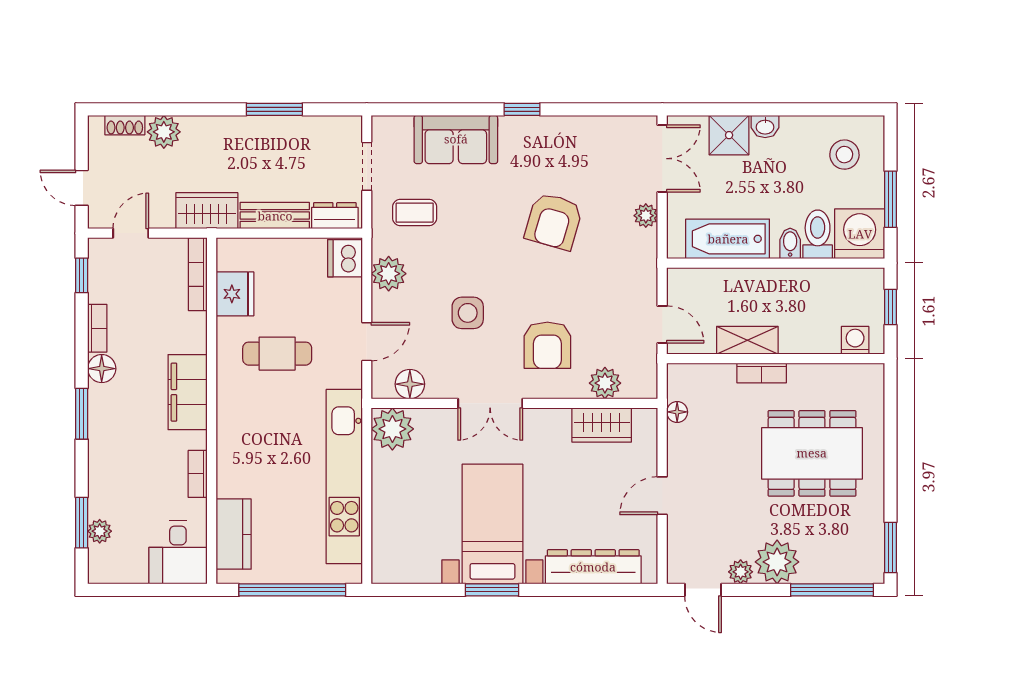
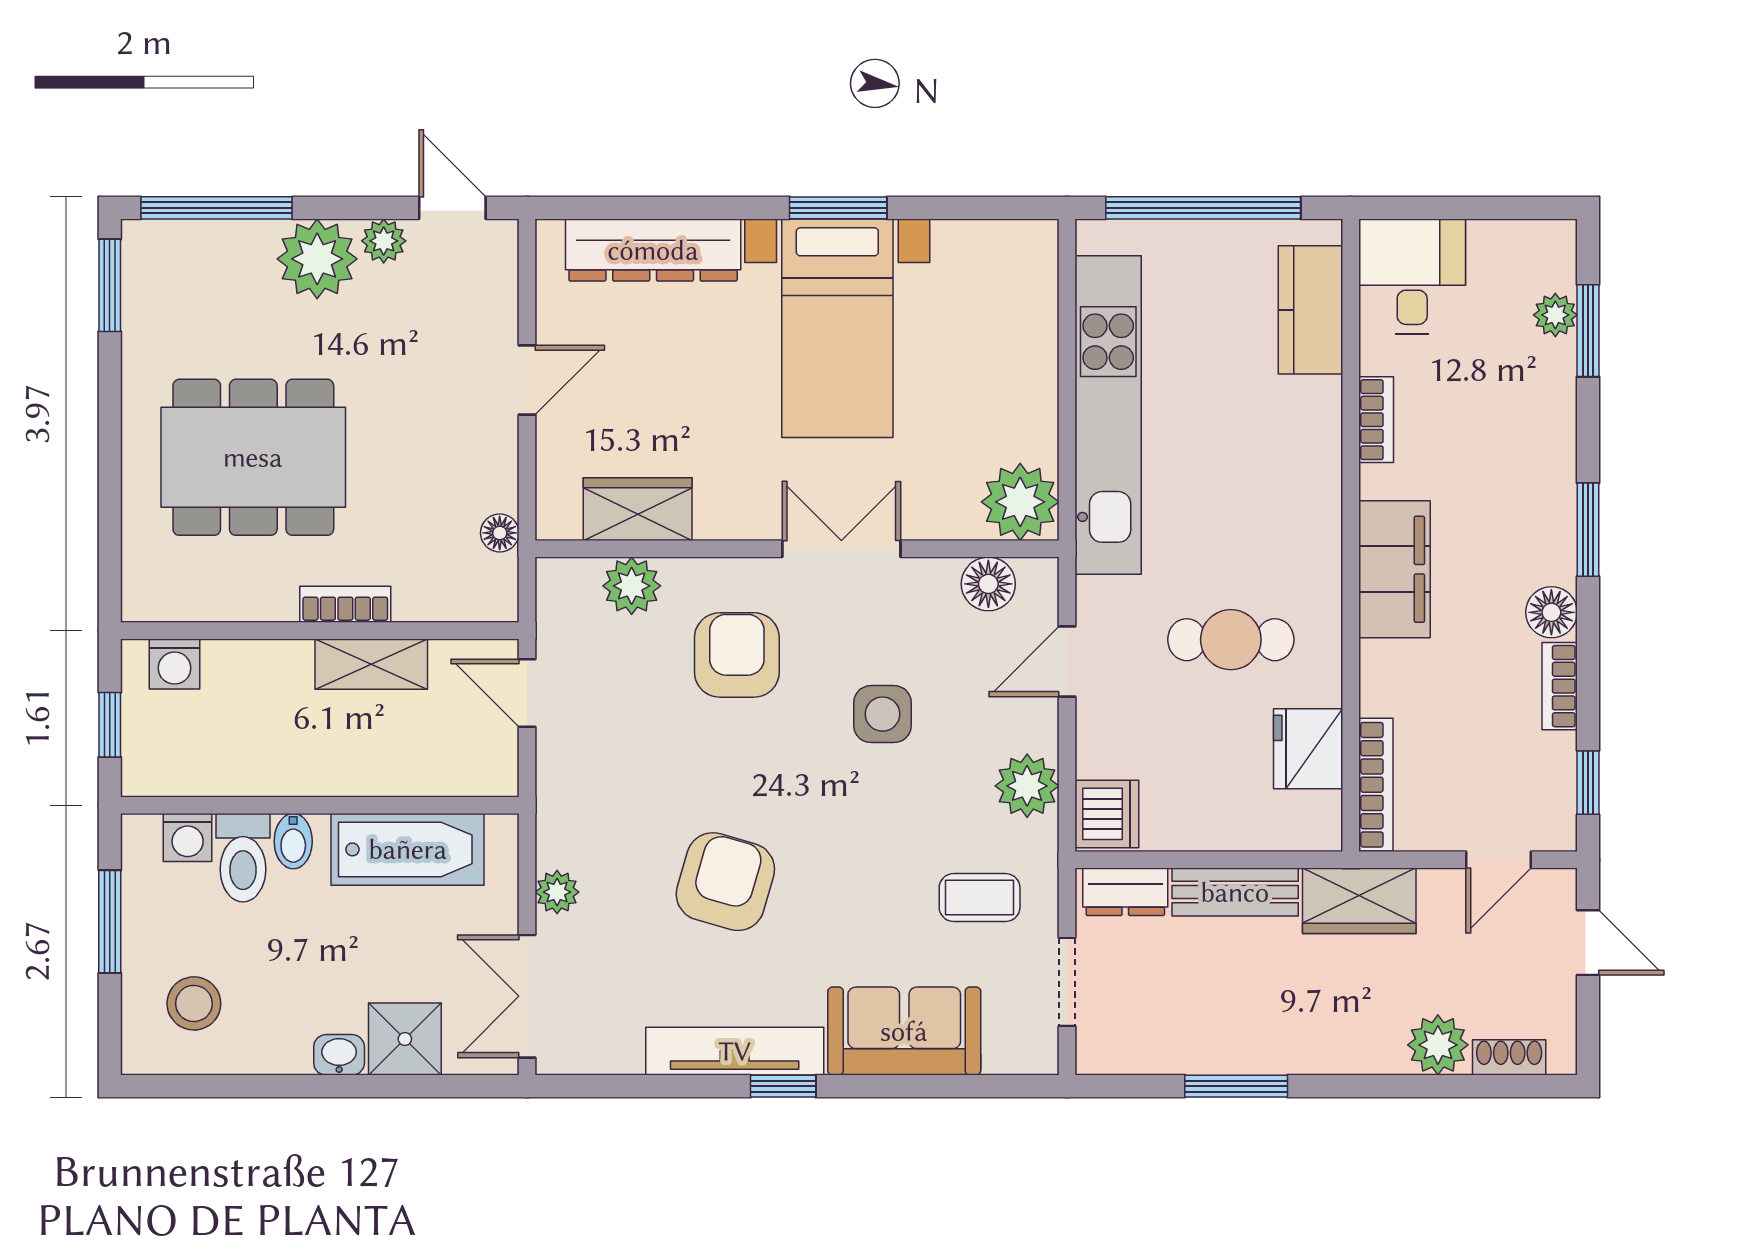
tv unit: (549, 128) -> (735, 1051), added
washing machine: (860, 234) -> (188, 837), width x0.53, depth x0.53

